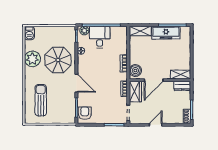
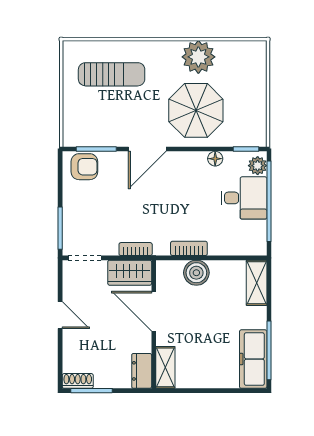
barbecue: (29, 33) -> (252, 50), removed
freezer: (166, 33) -> (253, 359), moved
boiler: (135, 71) -> (196, 273), moved

